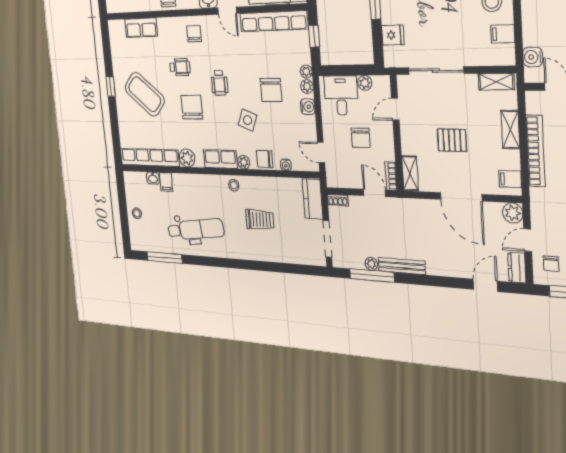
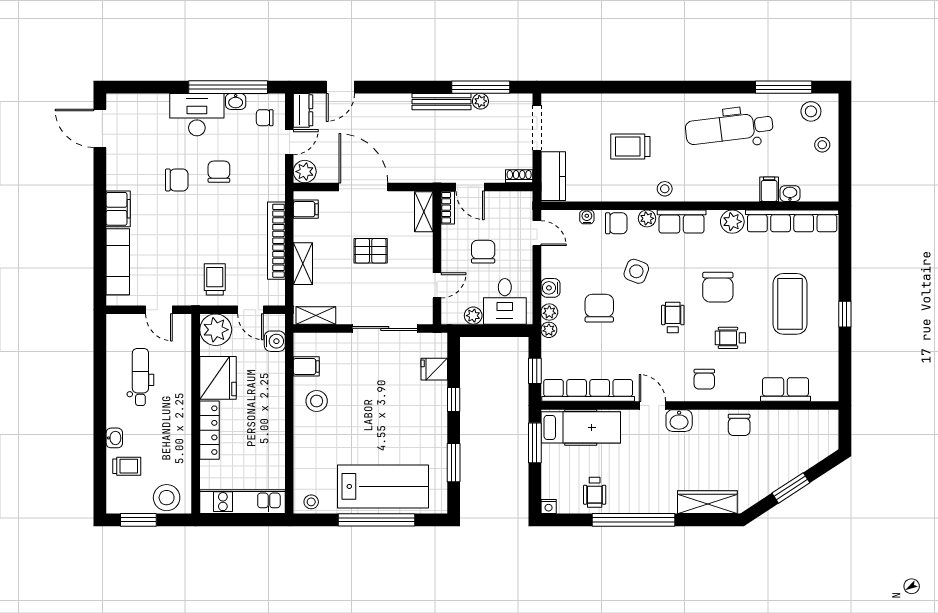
coffee table: (145, 94) -> (790, 304), turned 50
stool: (146, 238) -> (811, 111), added
chair: (551, 264) -> (265, 118), turned -90

